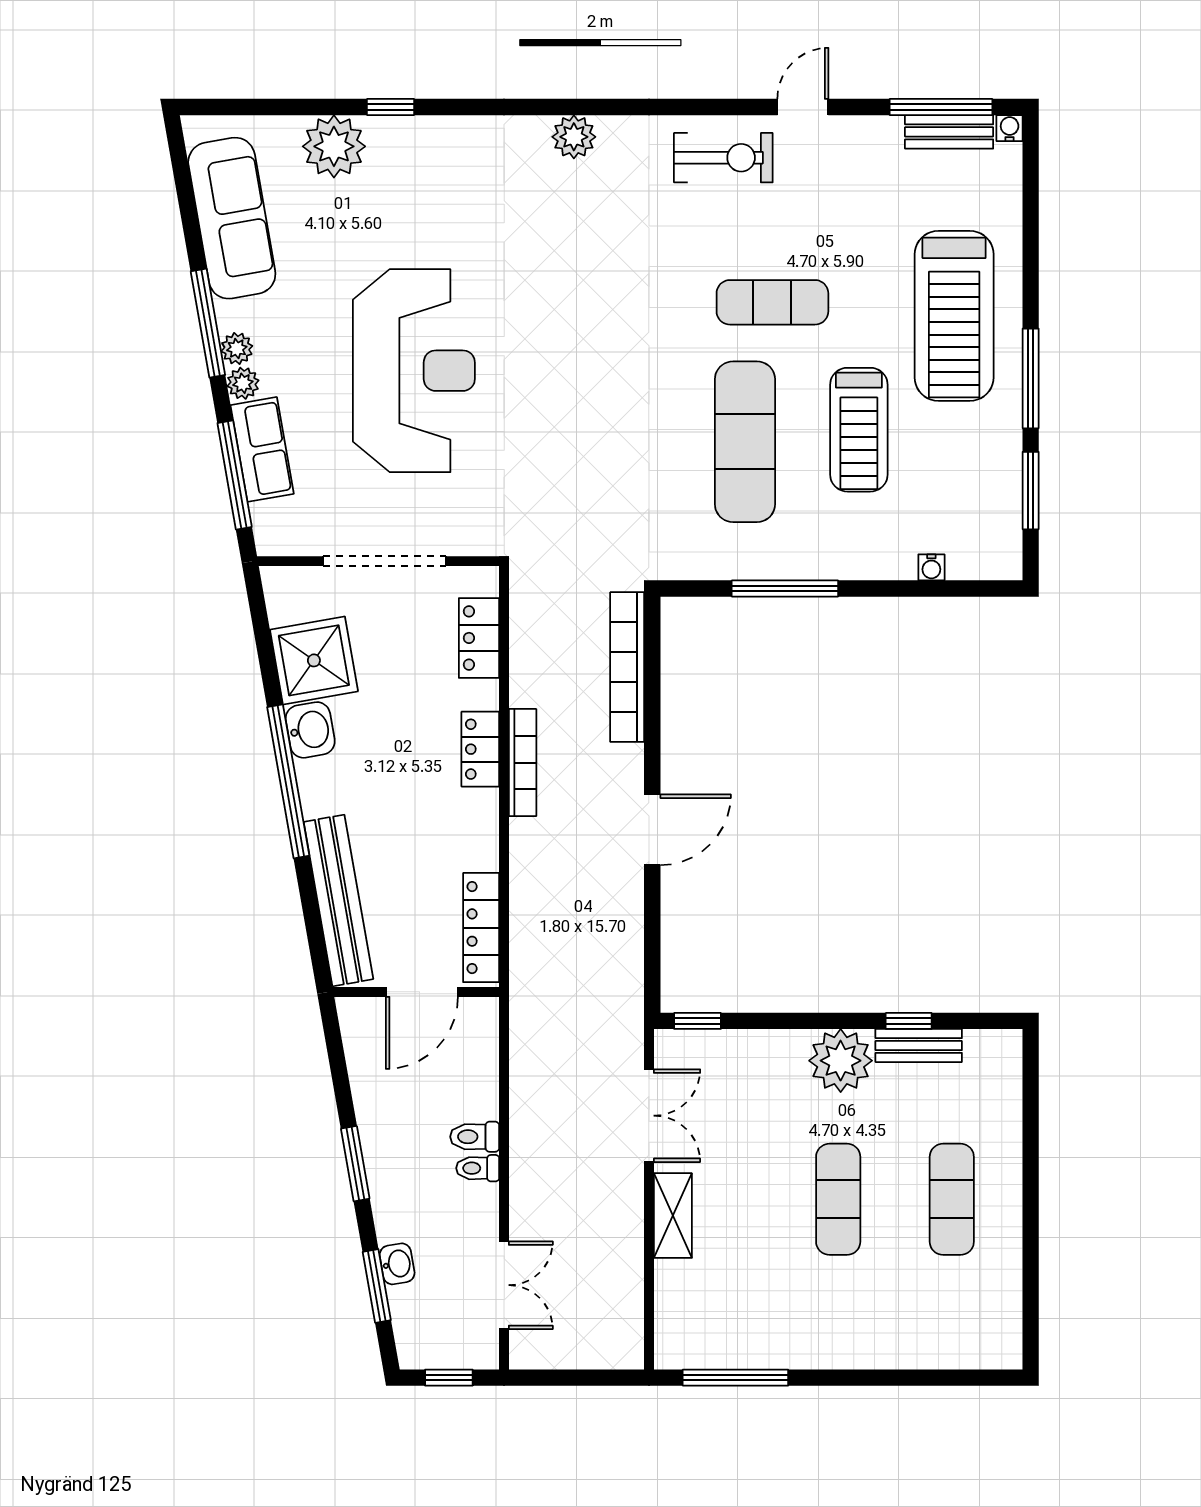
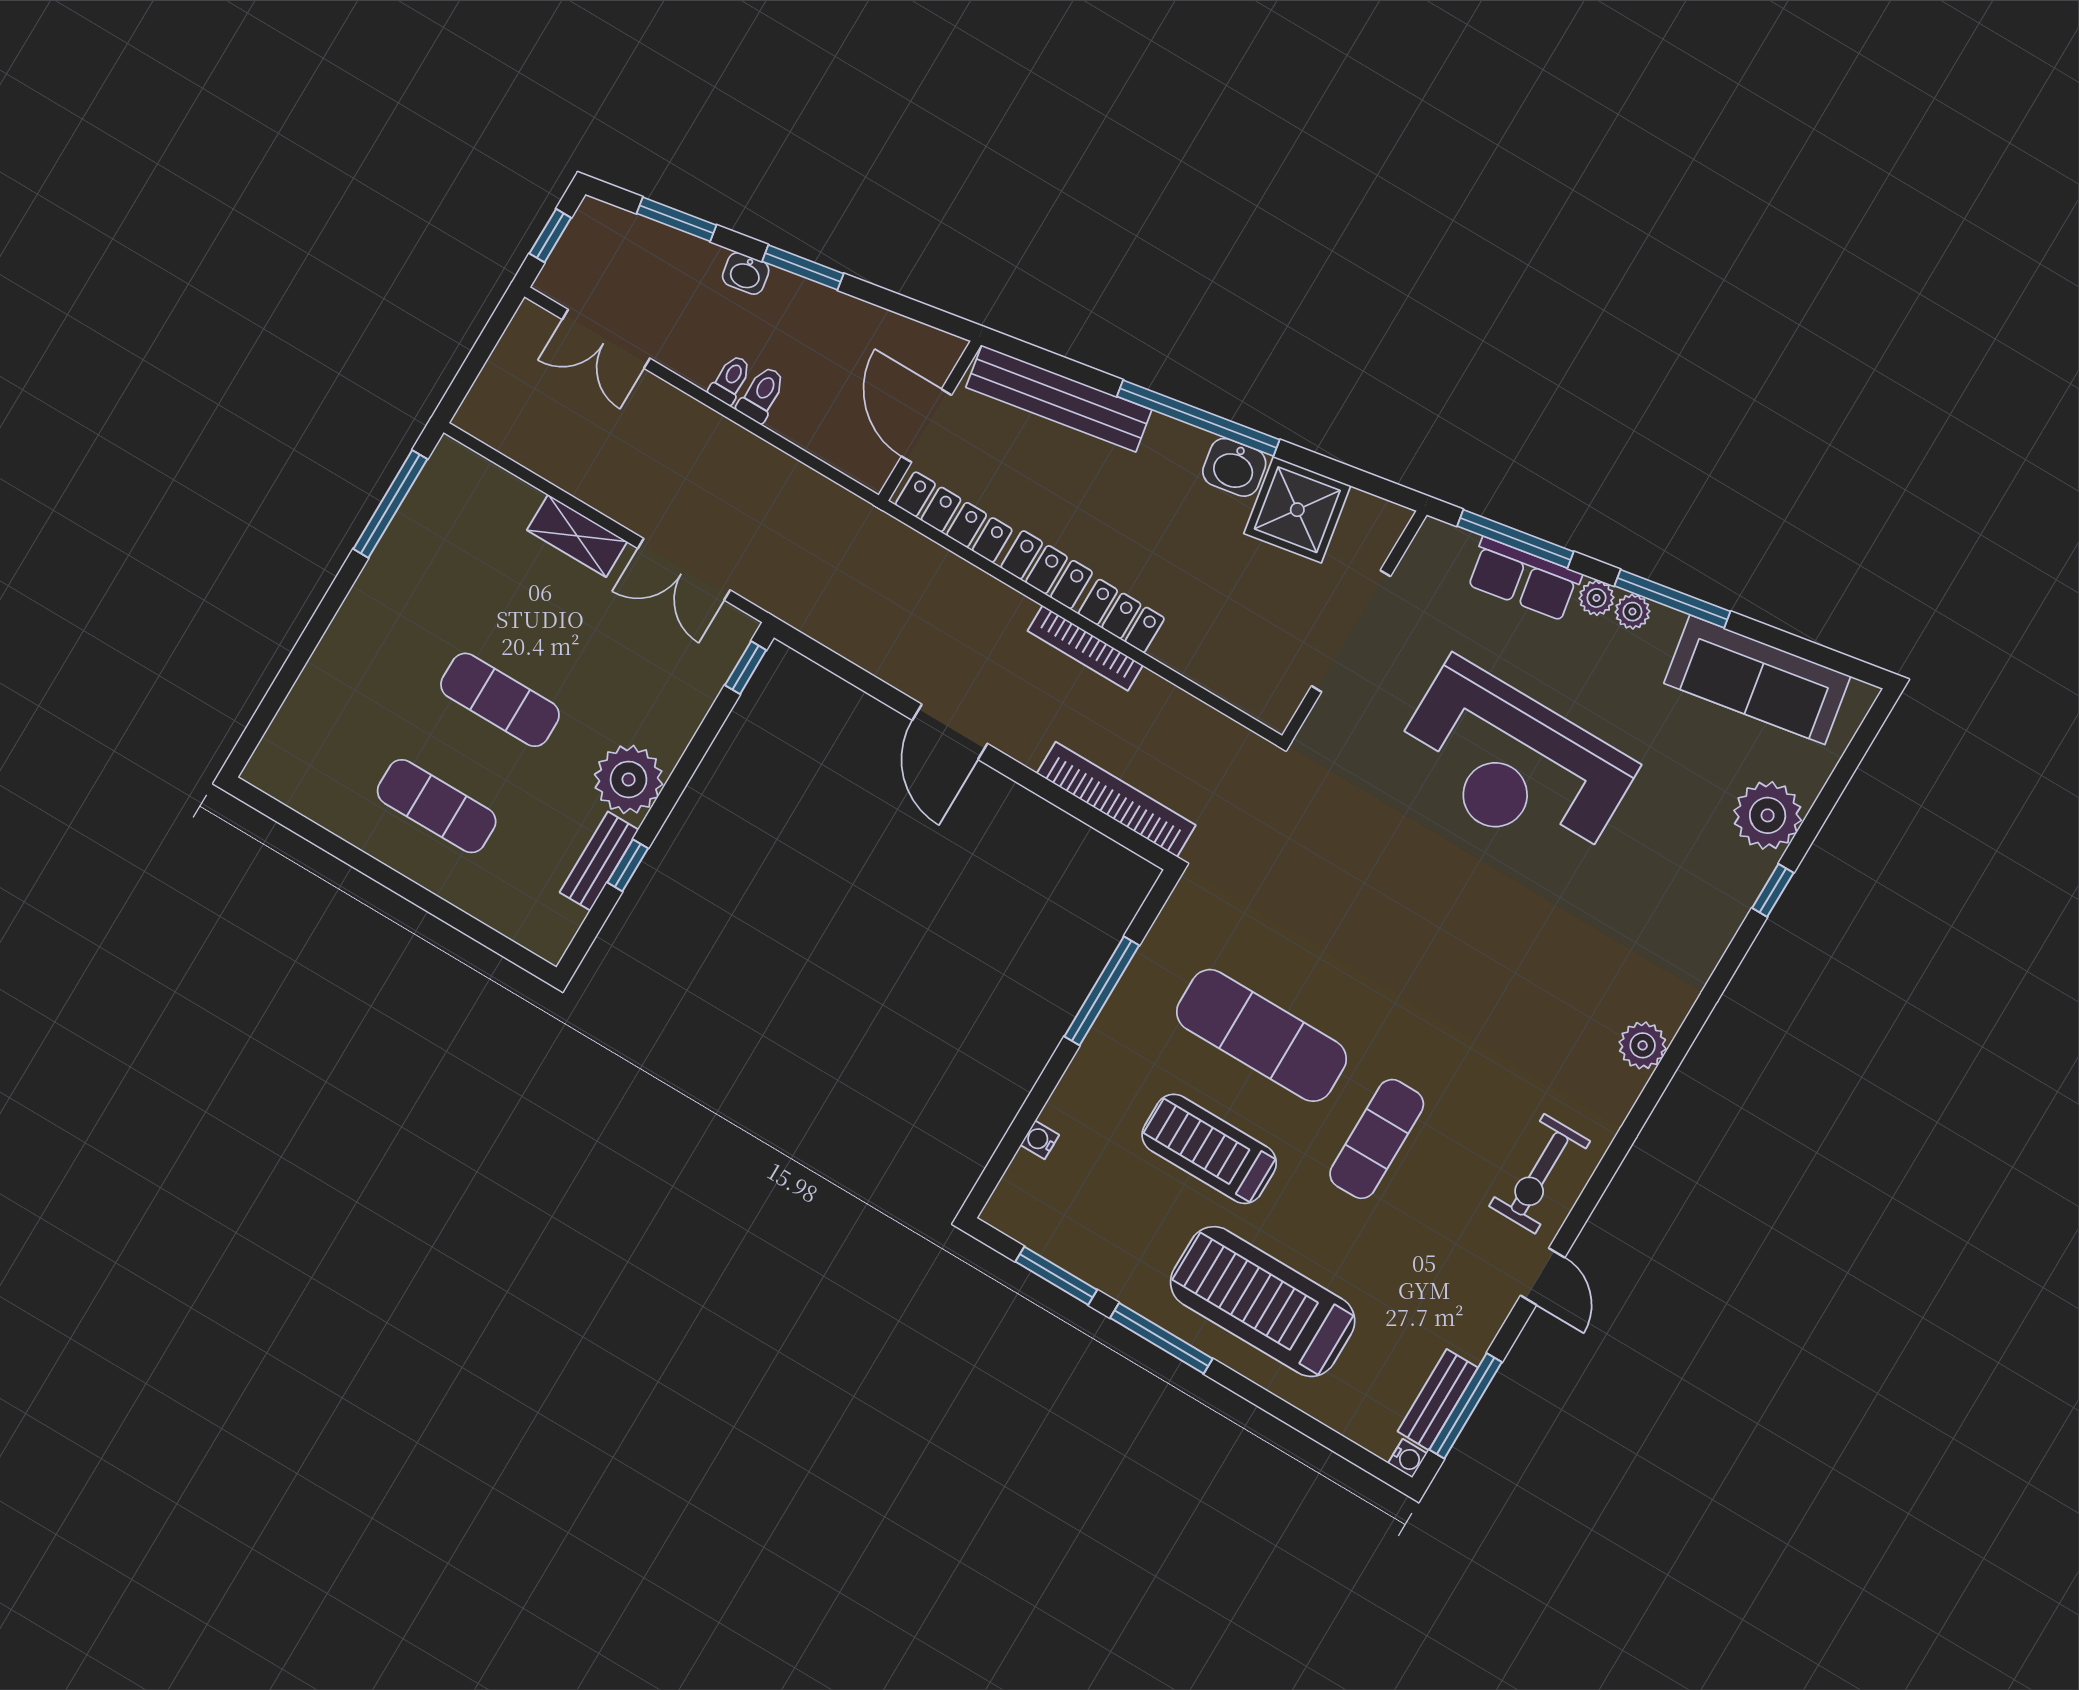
locker: (479, 638) -> (1047, 570), moved
washbasin: (397, 1264) -> (746, 273), moved

